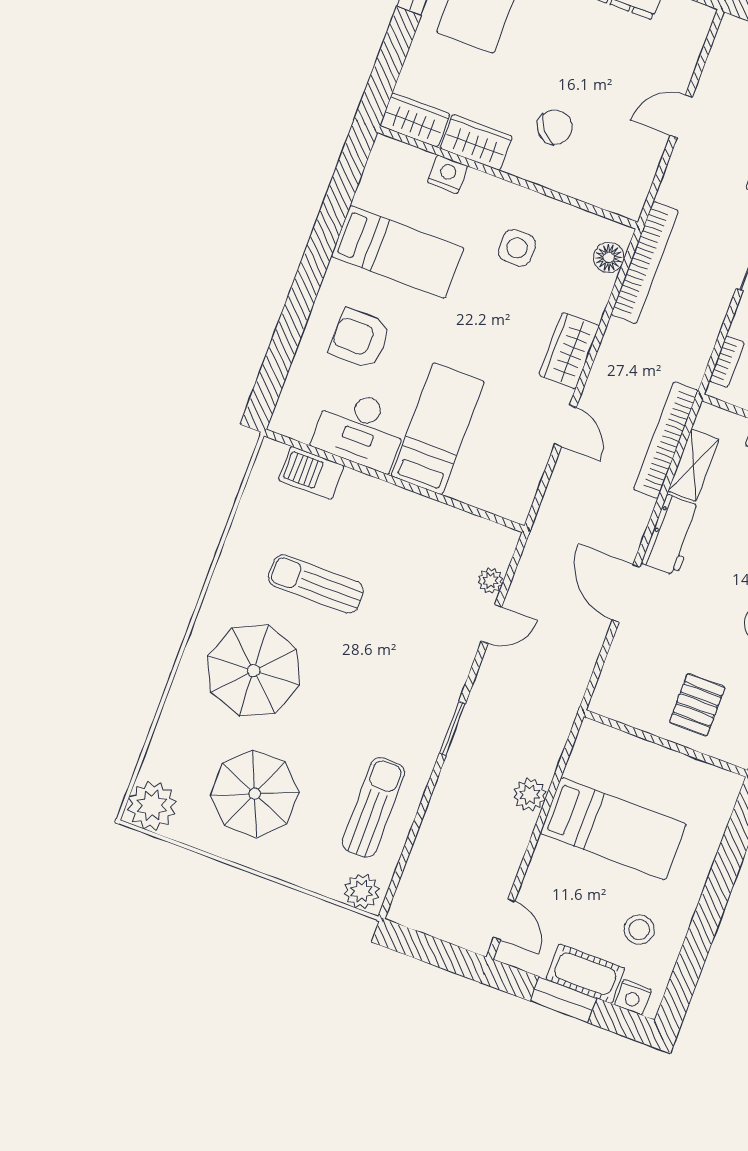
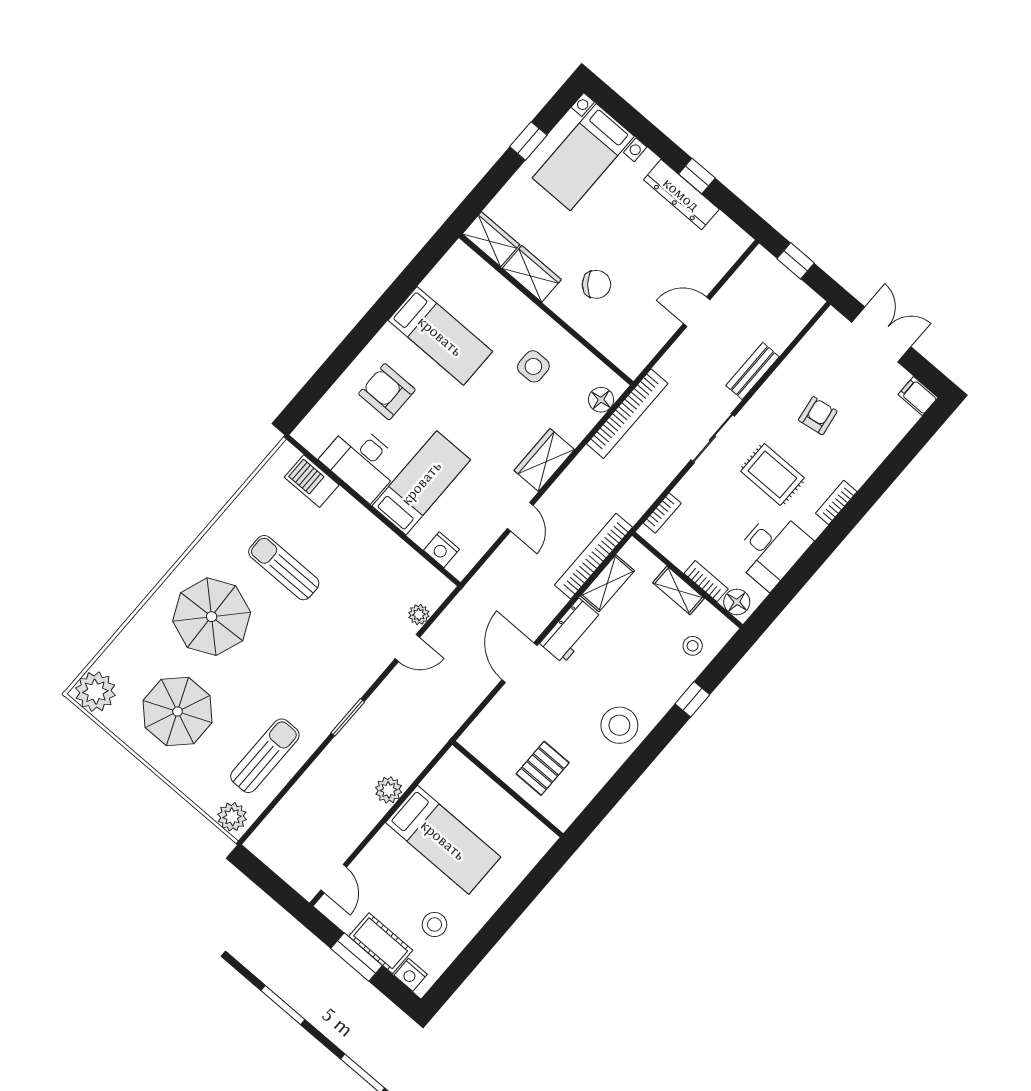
nightstand: (447, 174) -> (442, 550), moved, turned 180

